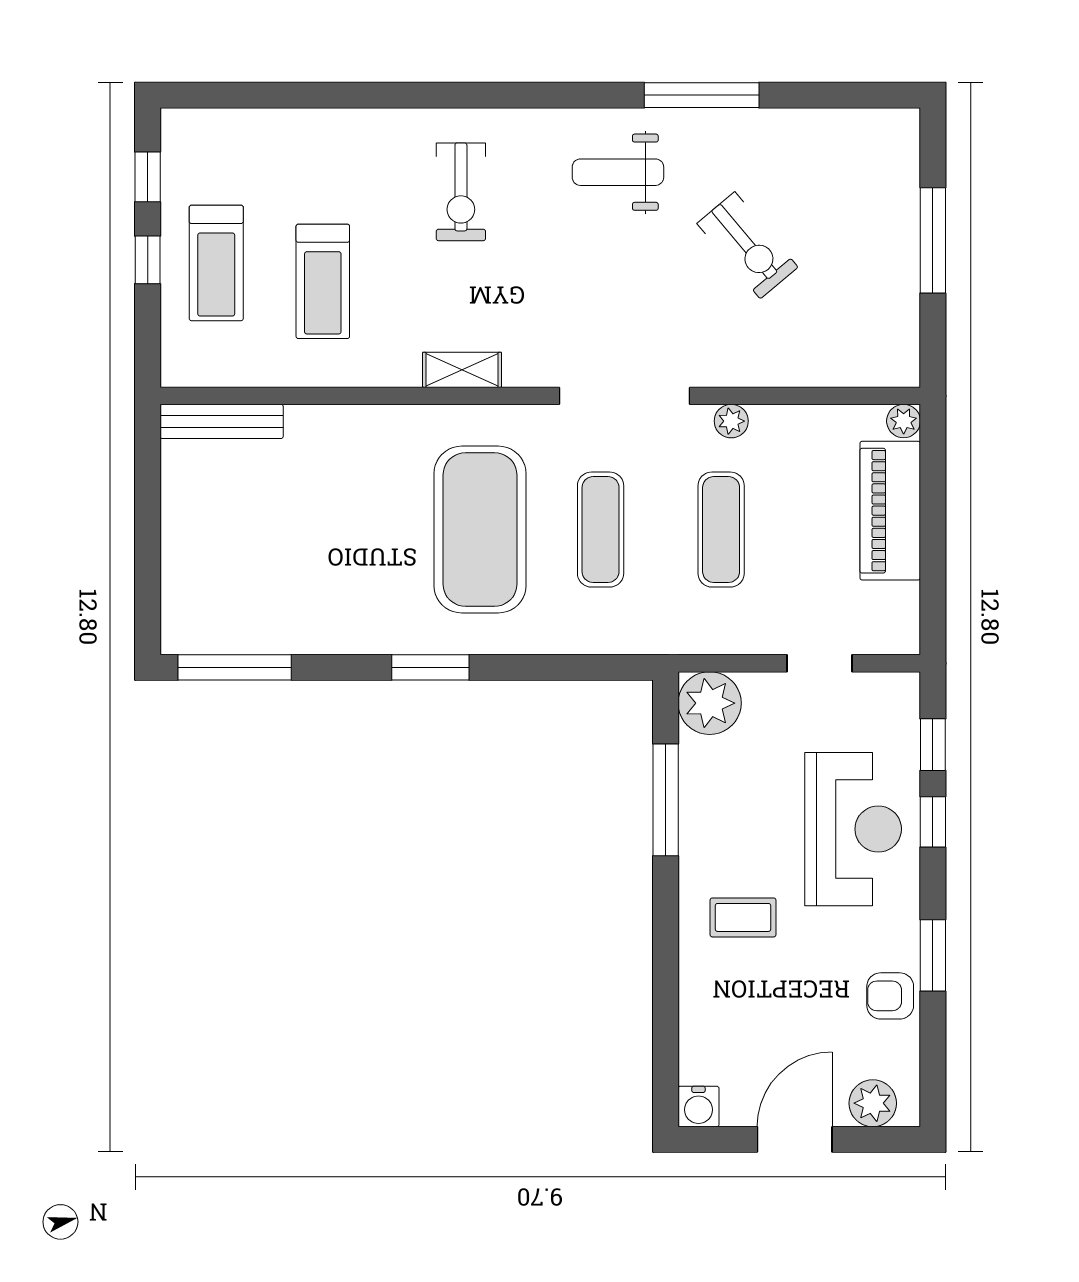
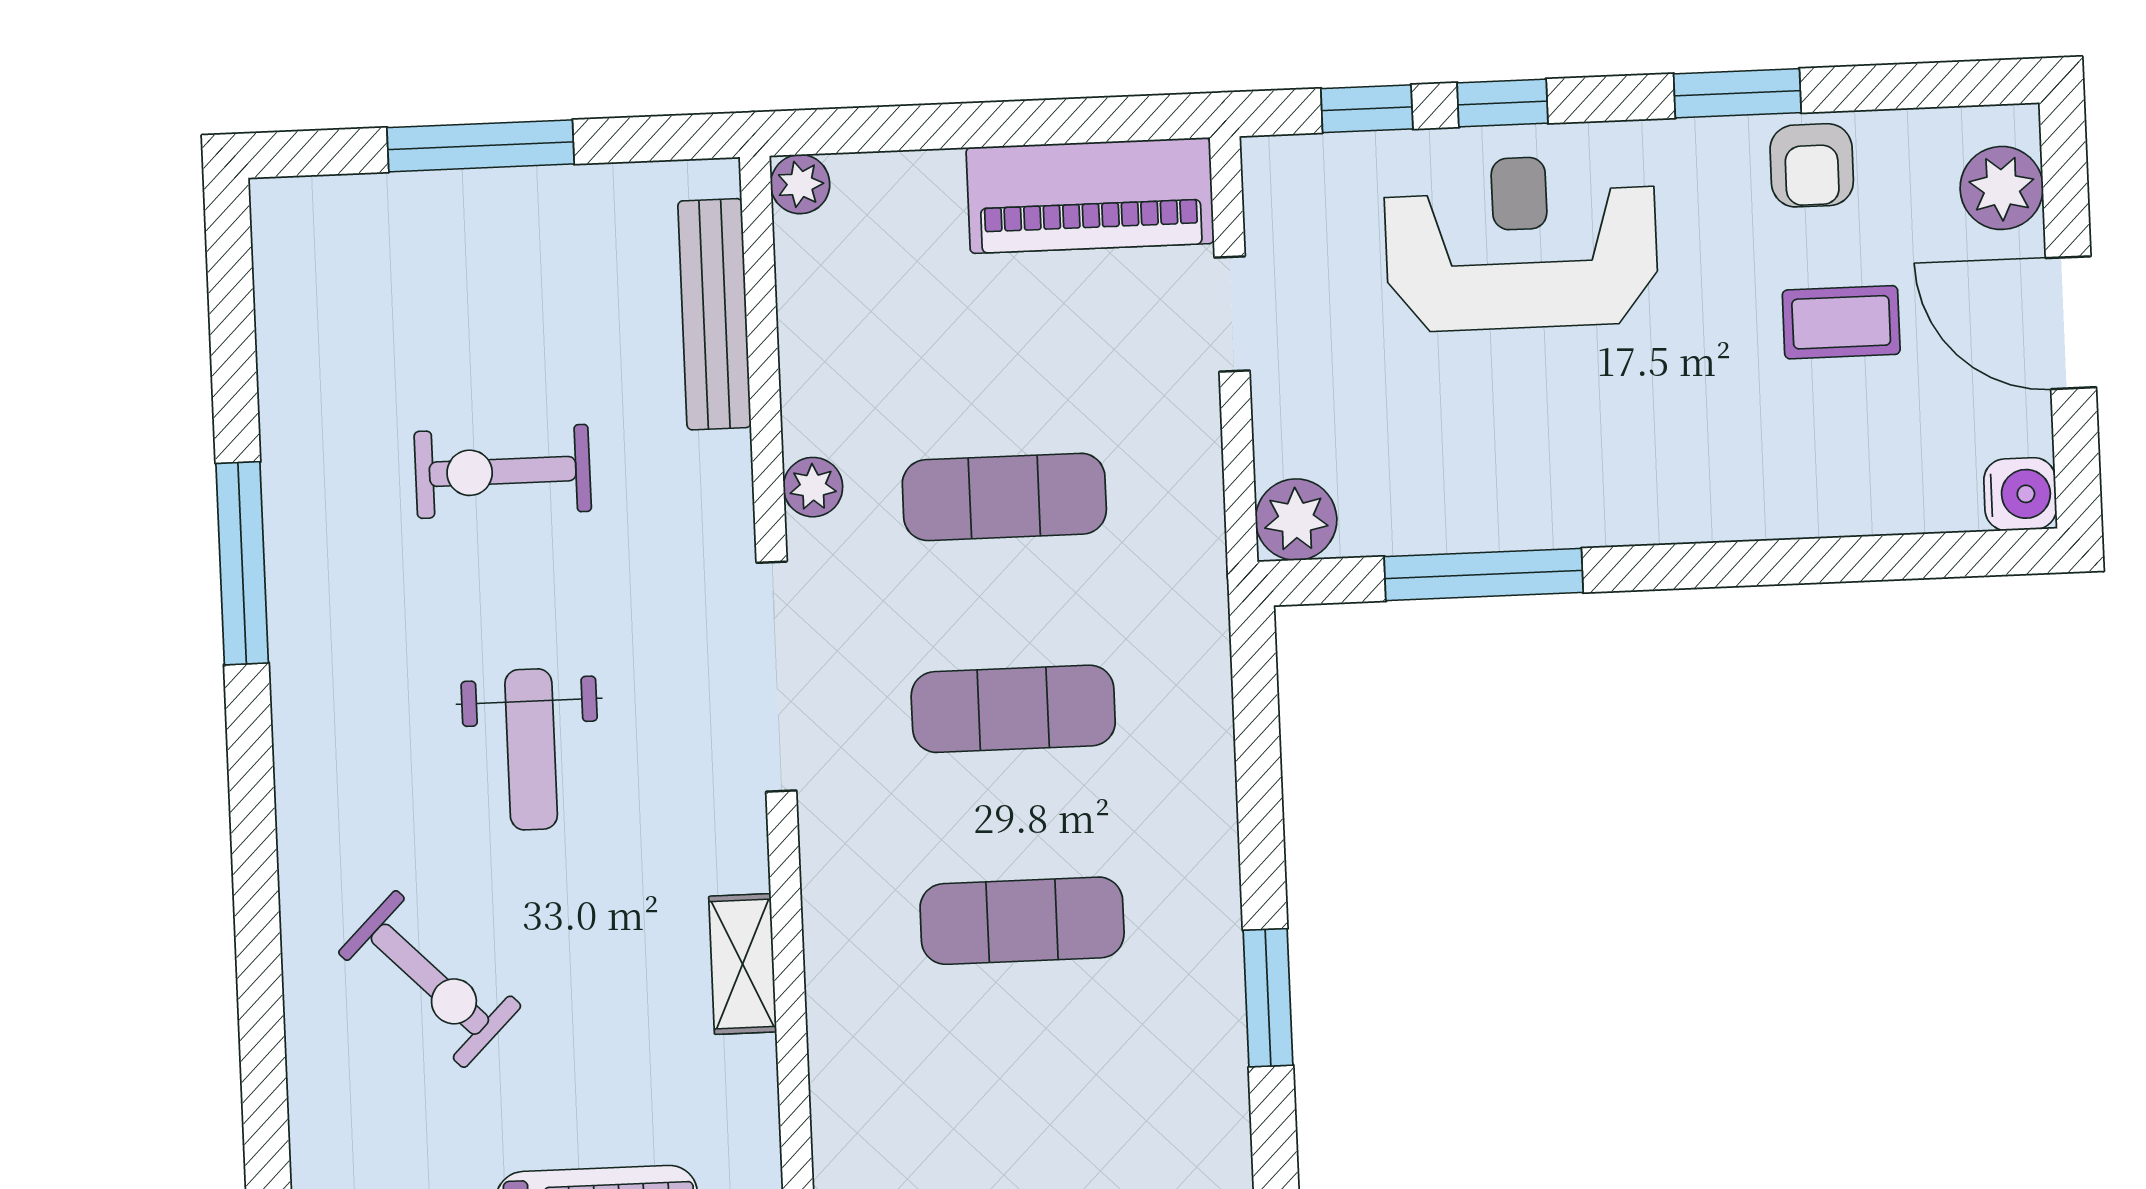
weight bench: (618, 172) -> (531, 749), moved
exercise bike: (461, 192) -> (430, 979), turned 45
exercise bike: (747, 245) -> (503, 471), turned -140
bench: (832, 369) -> (714, 314), added
piano: (890, 511) -> (1090, 195), moved
exercise mat: (480, 530) -> (1022, 921), width x0.50, depth x0.69
plant: (710, 703) -> (1296, 520), width x0.73, depth x0.73
coffee table: (743, 917) -> (1841, 322), moved, turned 90

